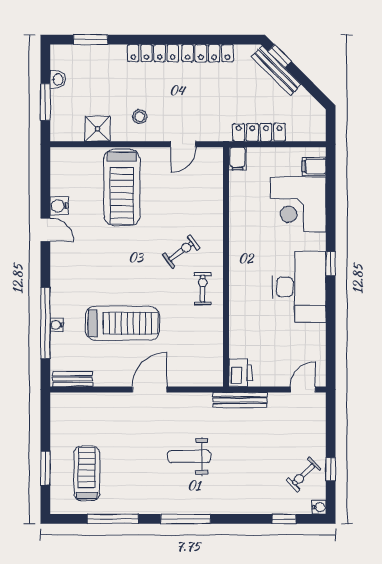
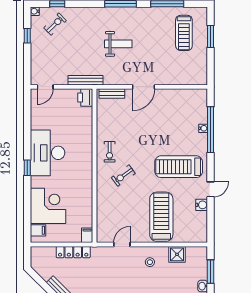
door: (45, 230) -> (211, 189), swing flipped
treadmill: (122, 323) -> (179, 167), moved
bench: (72, 379) -> (112, 94), moved
exercise bike: (304, 474) -> (55, 24), moved

